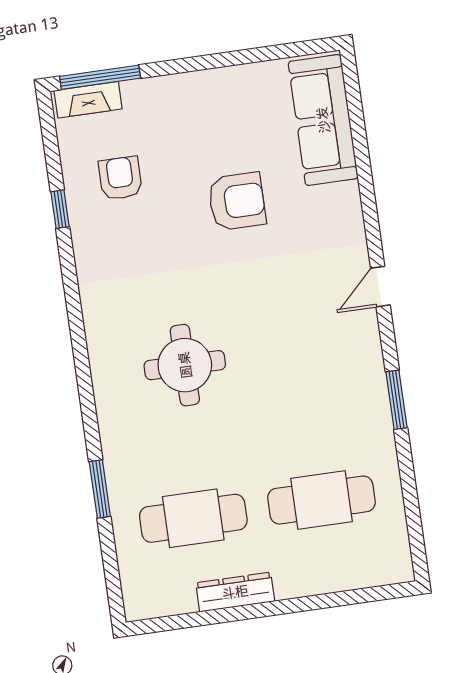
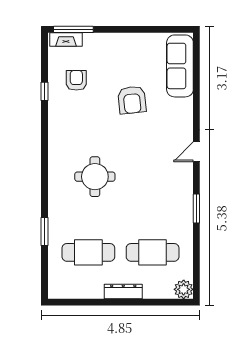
armchair: (237, 201) -> (132, 100), turned 84
plant: (394, 565) -> (184, 289), added
dresser: (235, 592) -> (123, 292), moved

